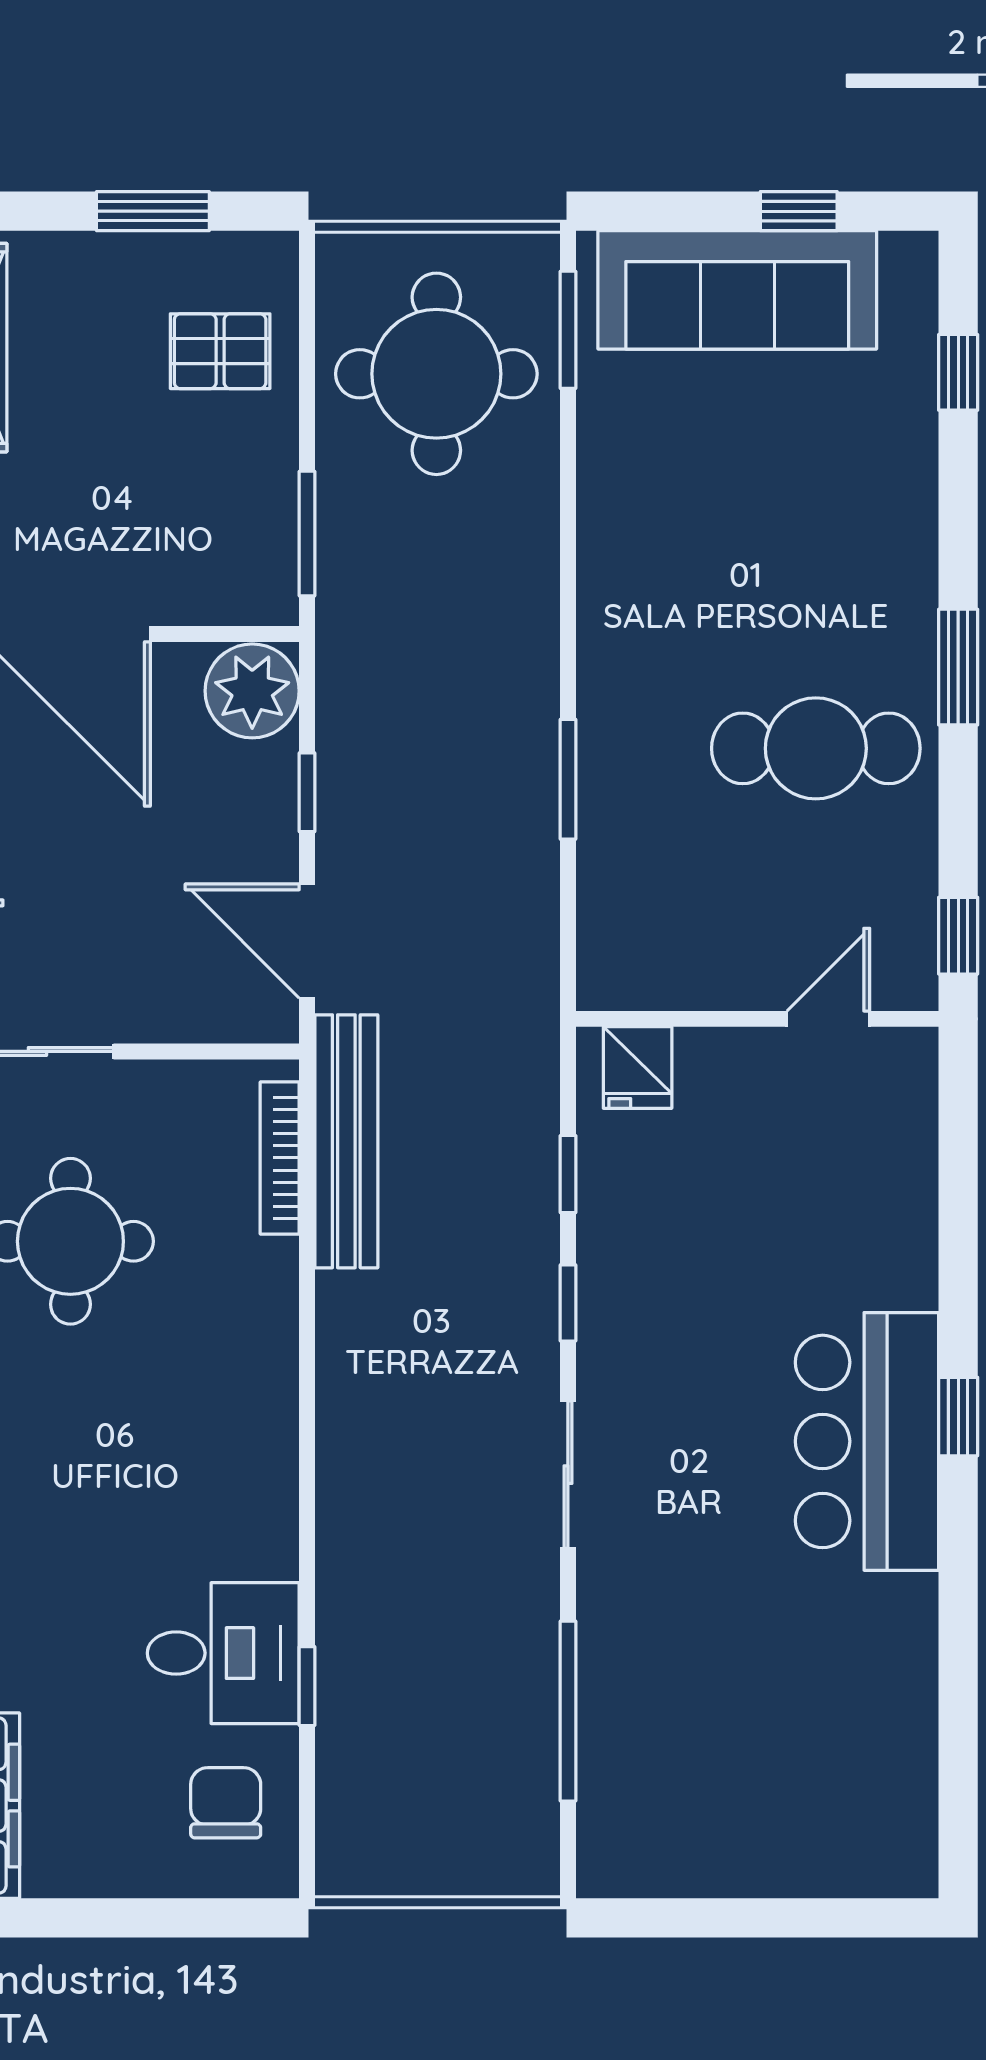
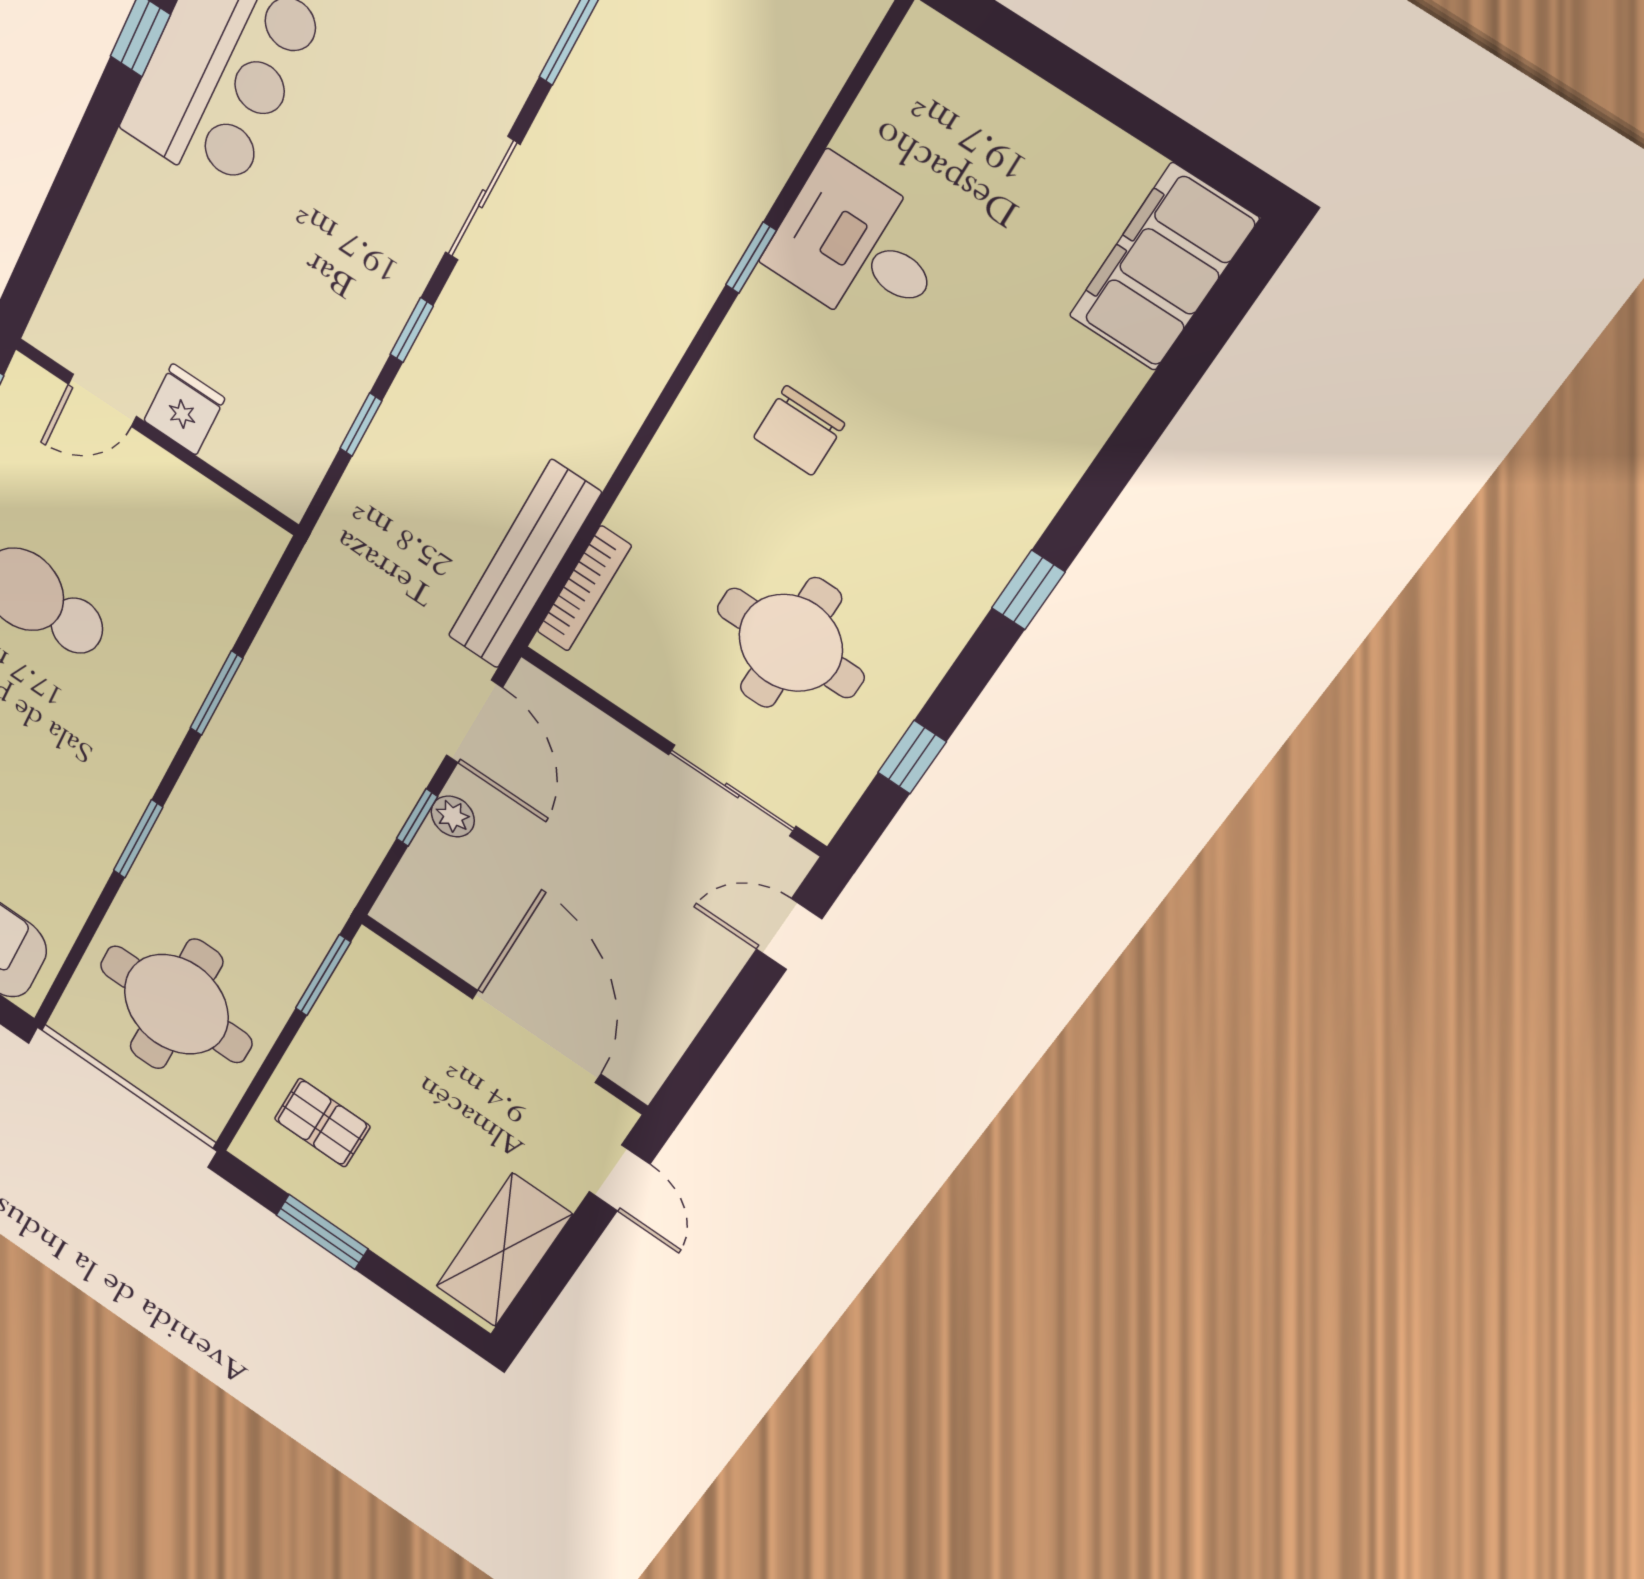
window: (568, 330) -> (138, 839), moved
plant: (252, 691) -> (453, 816), moved, width x0.53, depth x0.53
fridge: (638, 1067) -> (184, 409), moved
window: (307, 1686) -> (751, 258), moved
chair: (226, 1803) -> (799, 431), moved

